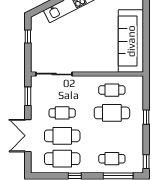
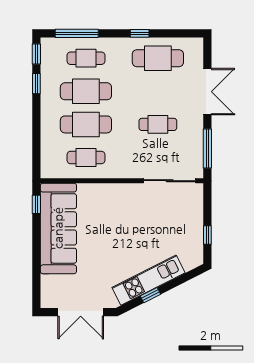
window: (146, 58) -> (36, 204), added
window: (28, 96) -> (207, 149), width x1.44
window: (146, 117) -> (36, 84), moved
cafe table: (62, 136) -> (86, 91), moved

